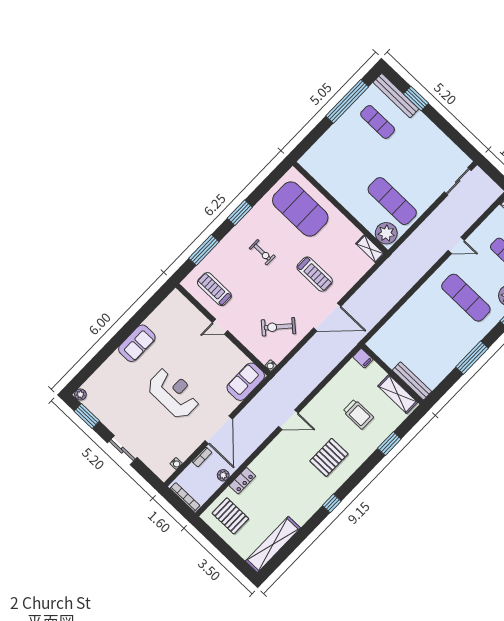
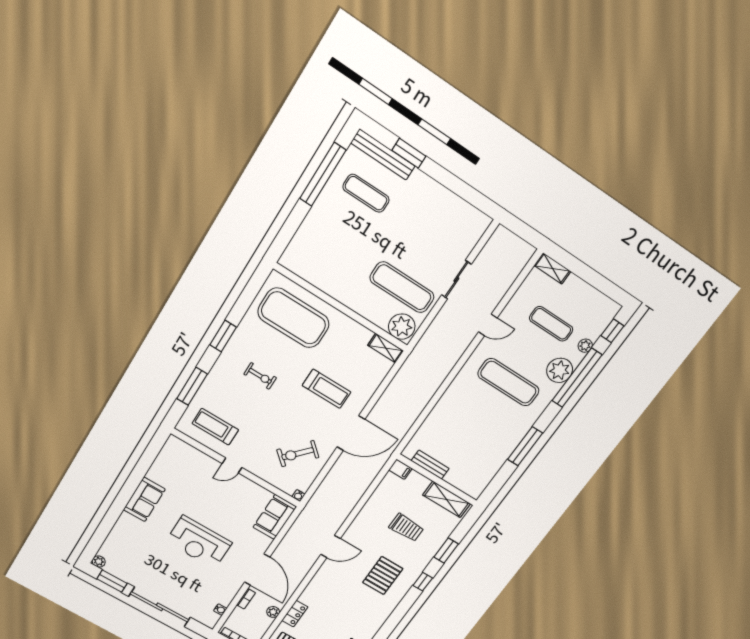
sliding door: (458, 181) -> (456, 280), moved
bench: (412, 381) -> (430, 465), moved, width x0.73
reception desk: (174, 393) -> (199, 542), turned 180
sliding door: (122, 450) -> (160, 607), width x1.86
window: (332, 503) -> (423, 582), moved

